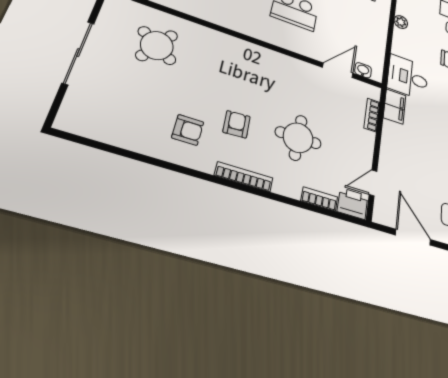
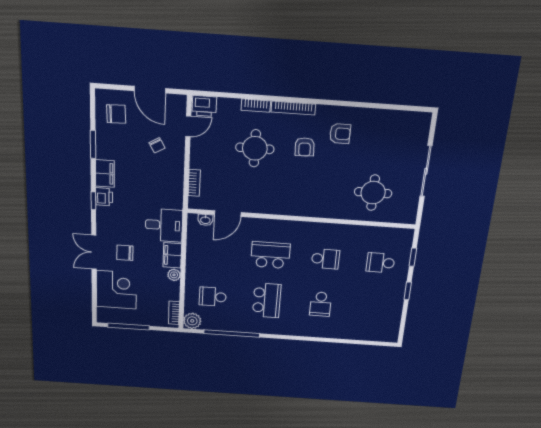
round table: (157, 46) -> (373, 193), turned -33
filing cabinet: (395, 107) -> (172, 255), moved
armchair: (188, 130) -> (340, 134), turned 180
chair: (409, 168) -> (157, 145), added
bookcase: (319, 199) -> (256, 106), moved

